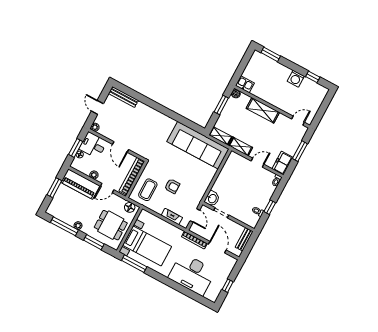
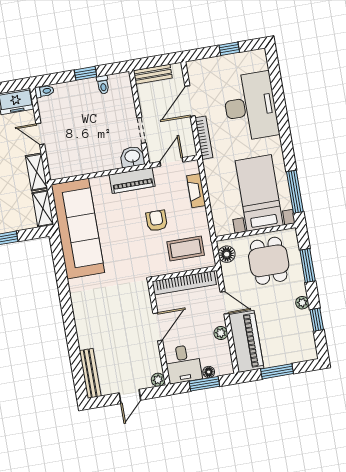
piano: (201, 189) -> (132, 180), added
window: (64, 226) -> (317, 320), width x0.46

